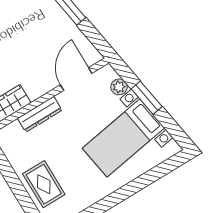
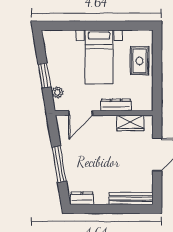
bed with nightstands: (123, 138) -> (99, 57), moved, turned 99

